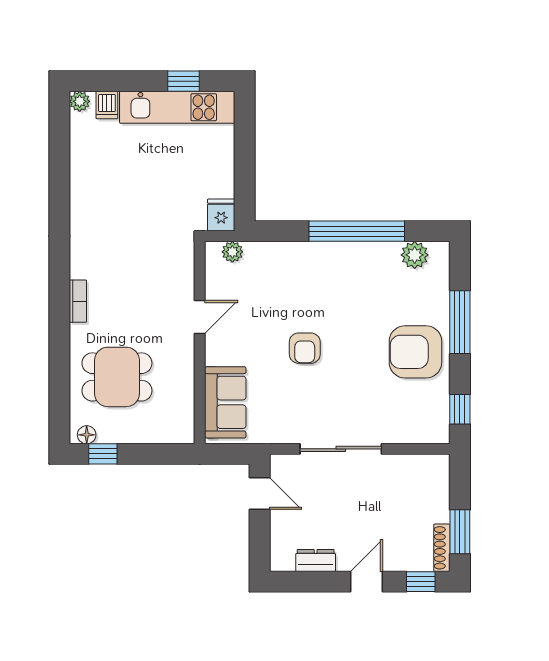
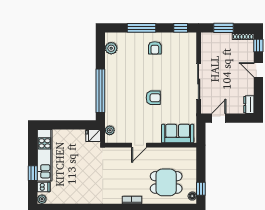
window: (183, 81) -> (33, 173), moved
window: (357, 231) -> (100, 91), moved
door: (200, 317) -> (139, 145), swing flipped
armchair: (415, 352) -> (155, 48), width x0.53, depth x0.53
dining table: (117, 377) -> (166, 182), turned 90
window: (460, 532) -> (223, 28), moved
dresser: (316, 560) -> (249, 105), moved

